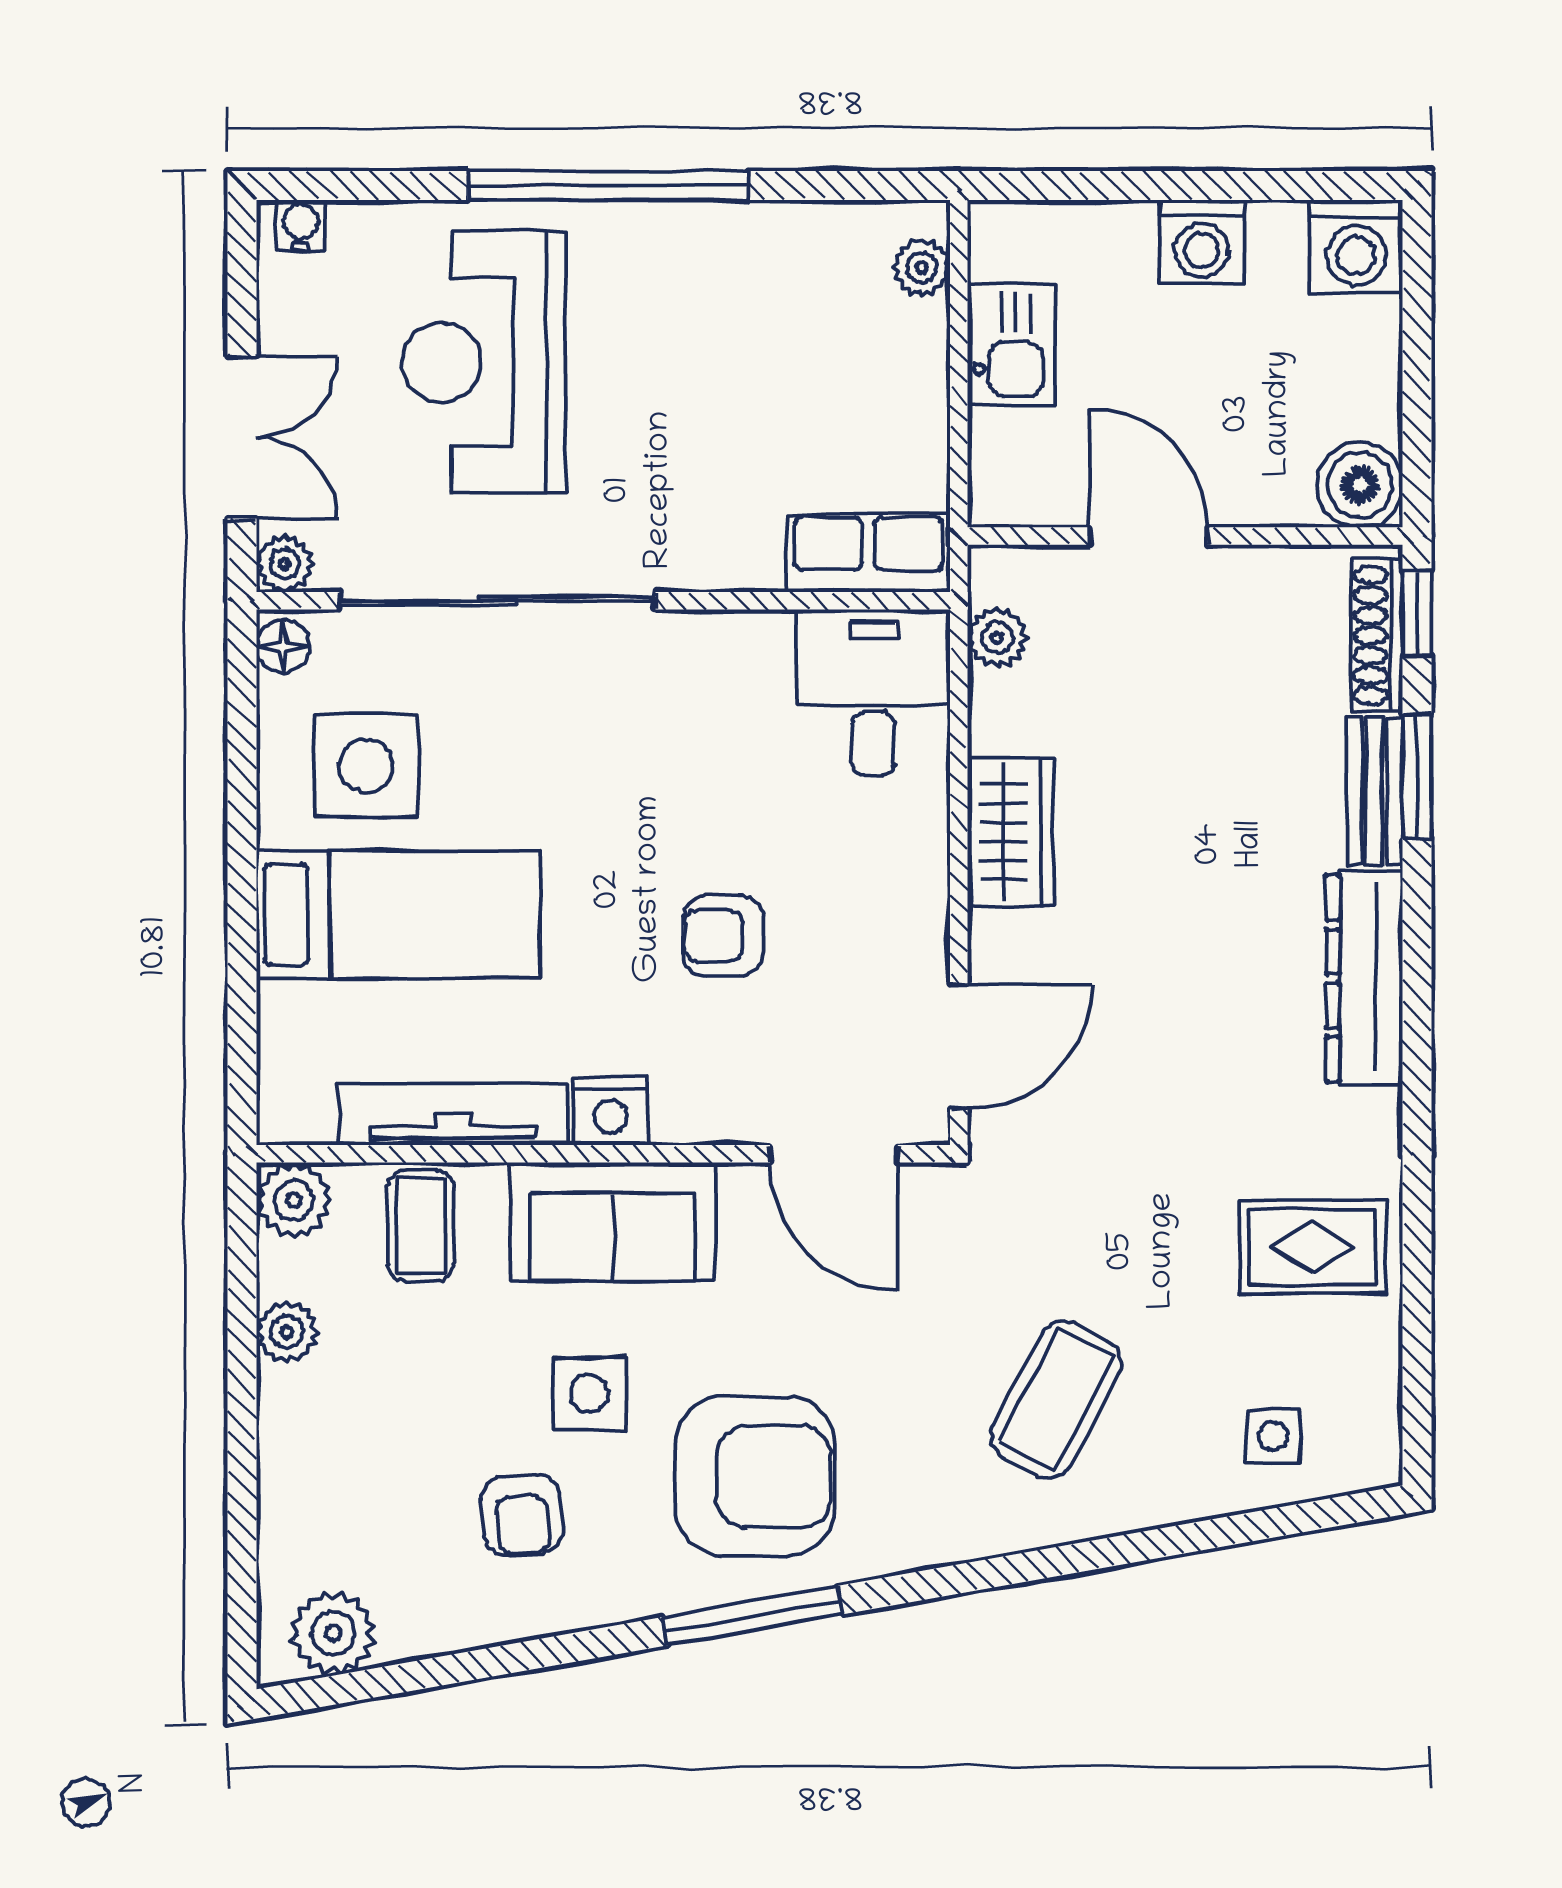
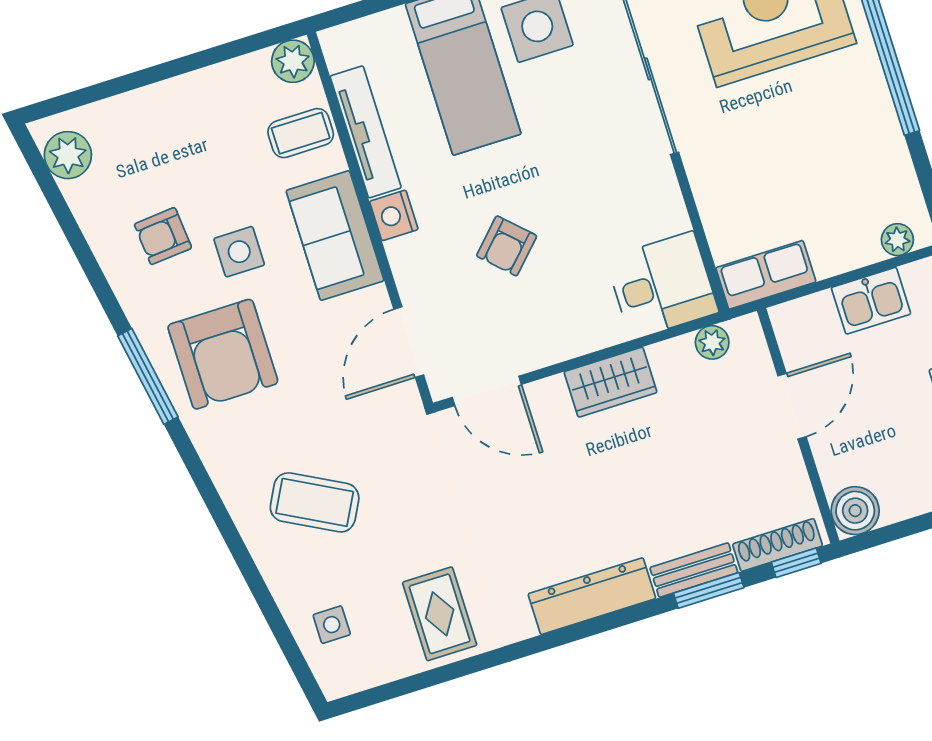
row of seats: (868, 553) -> (766, 275), moved, turned -90
armchair: (723, 936) -> (507, 246), turned -136
plant: (287, 1332) -> (221, 79), removed

